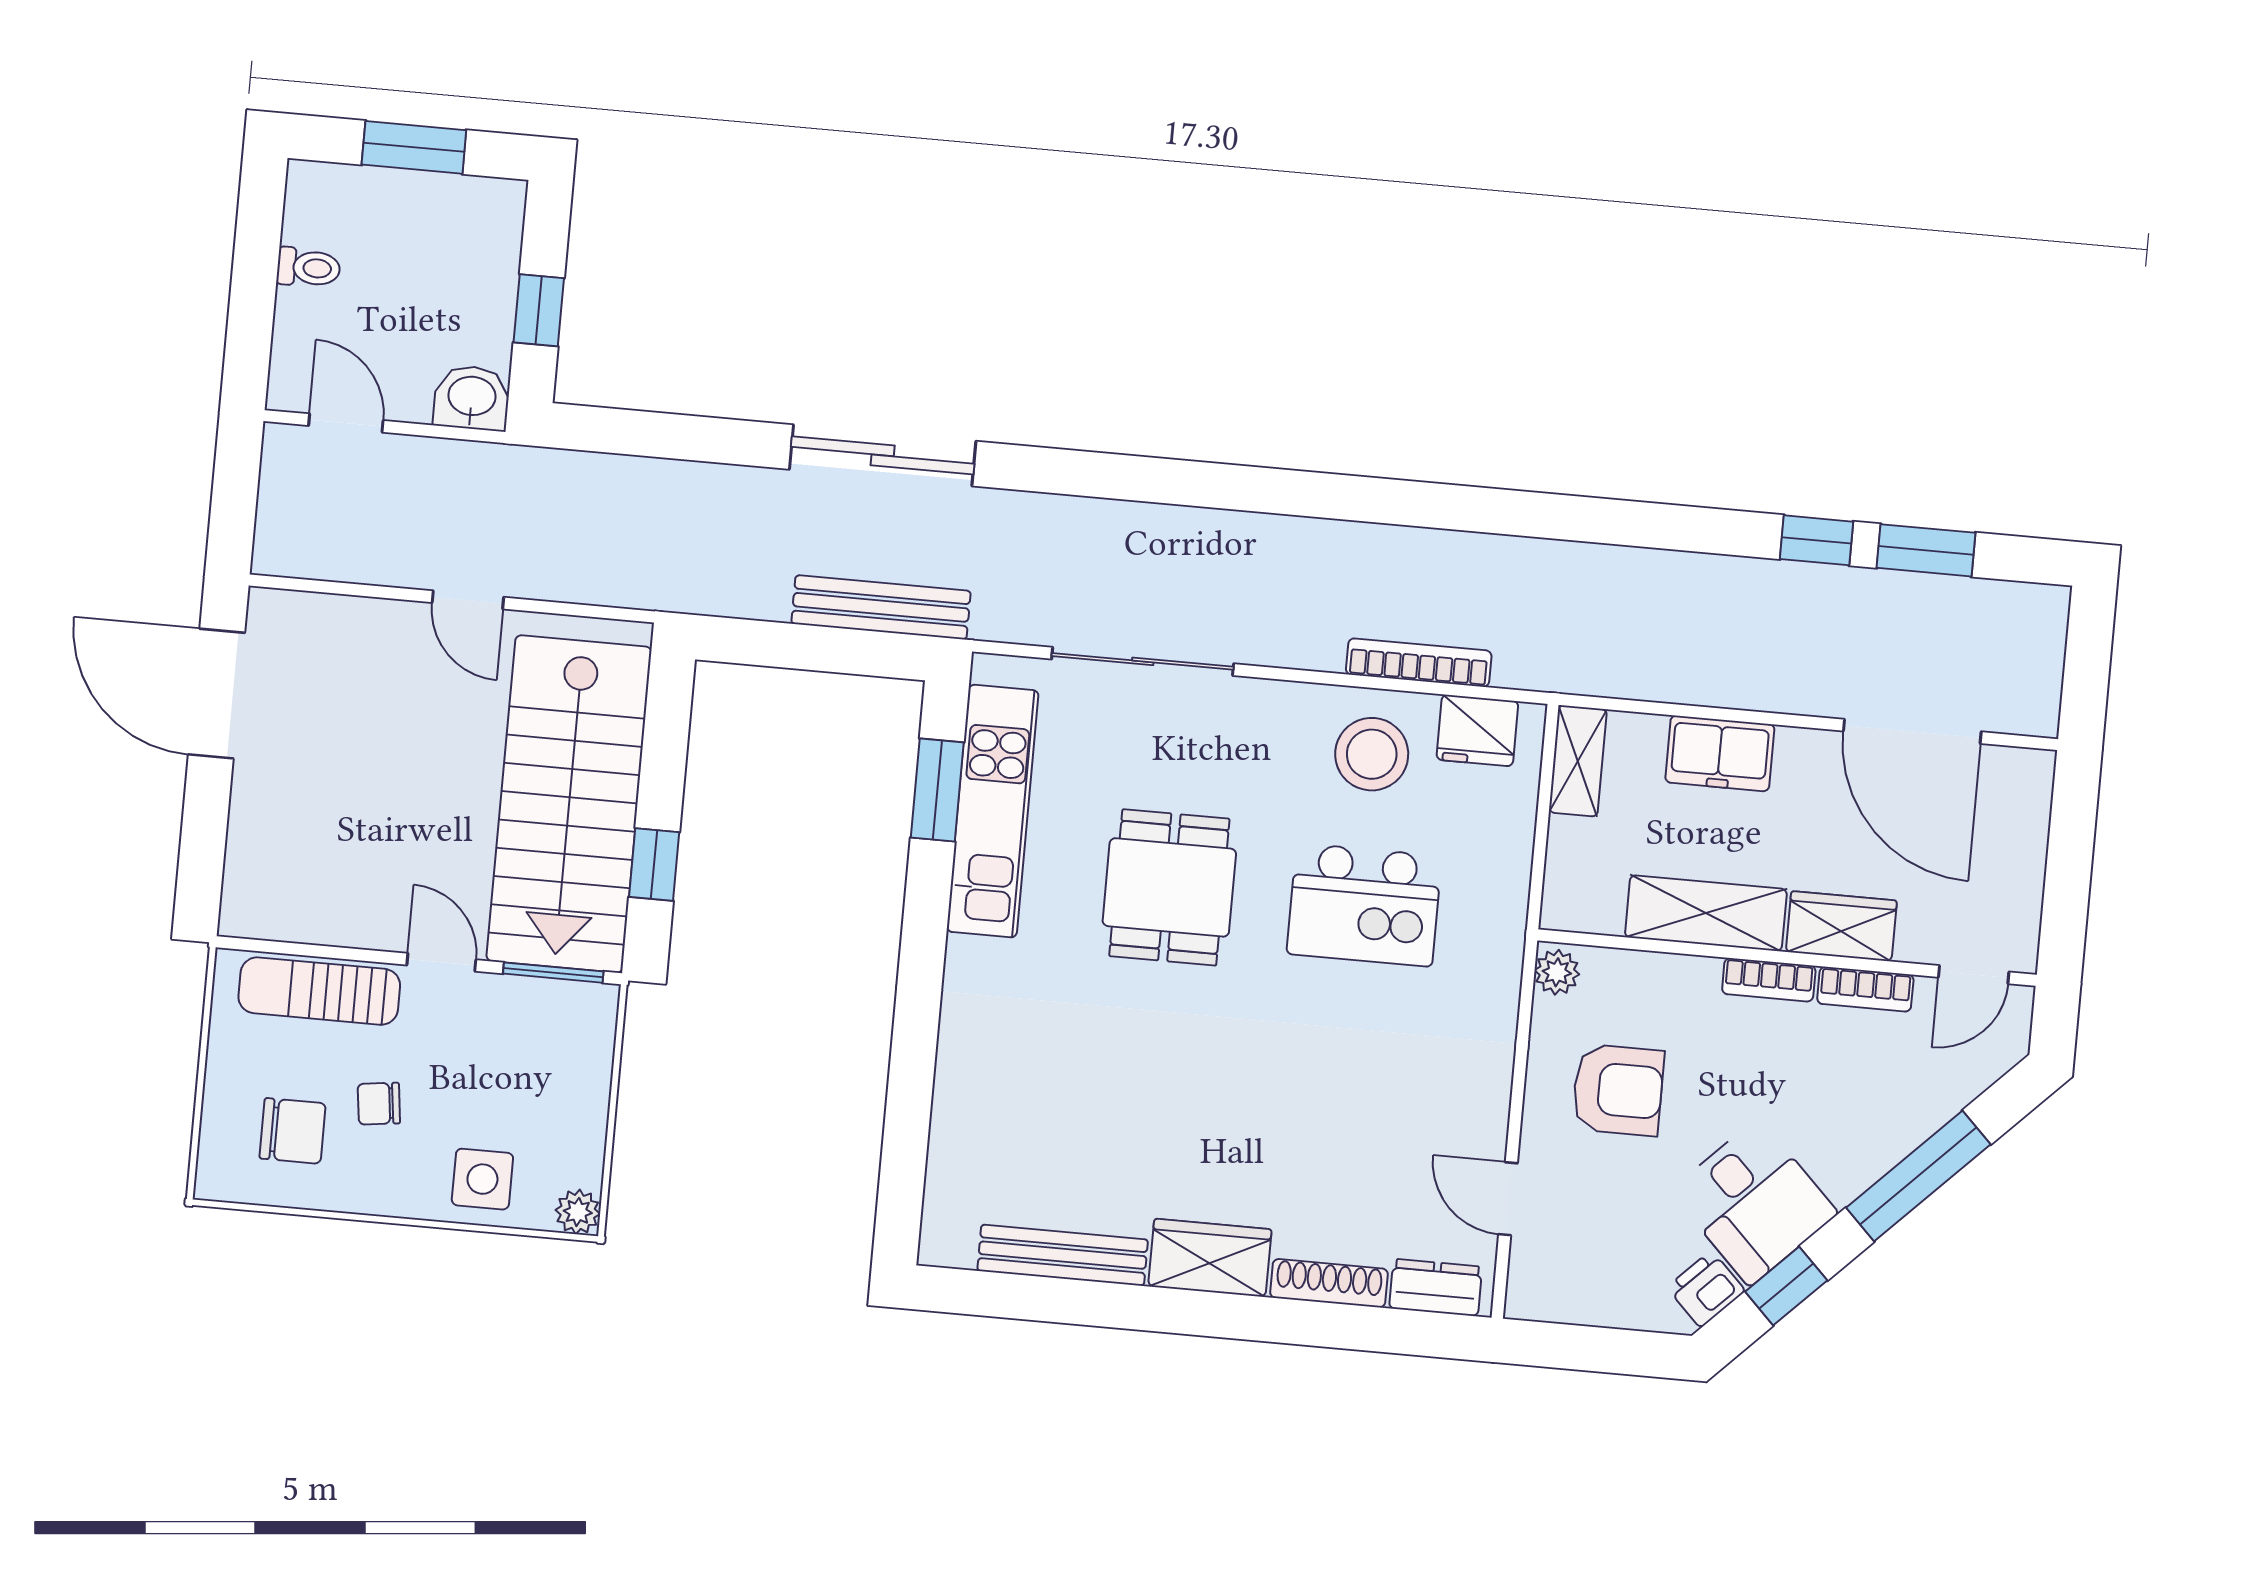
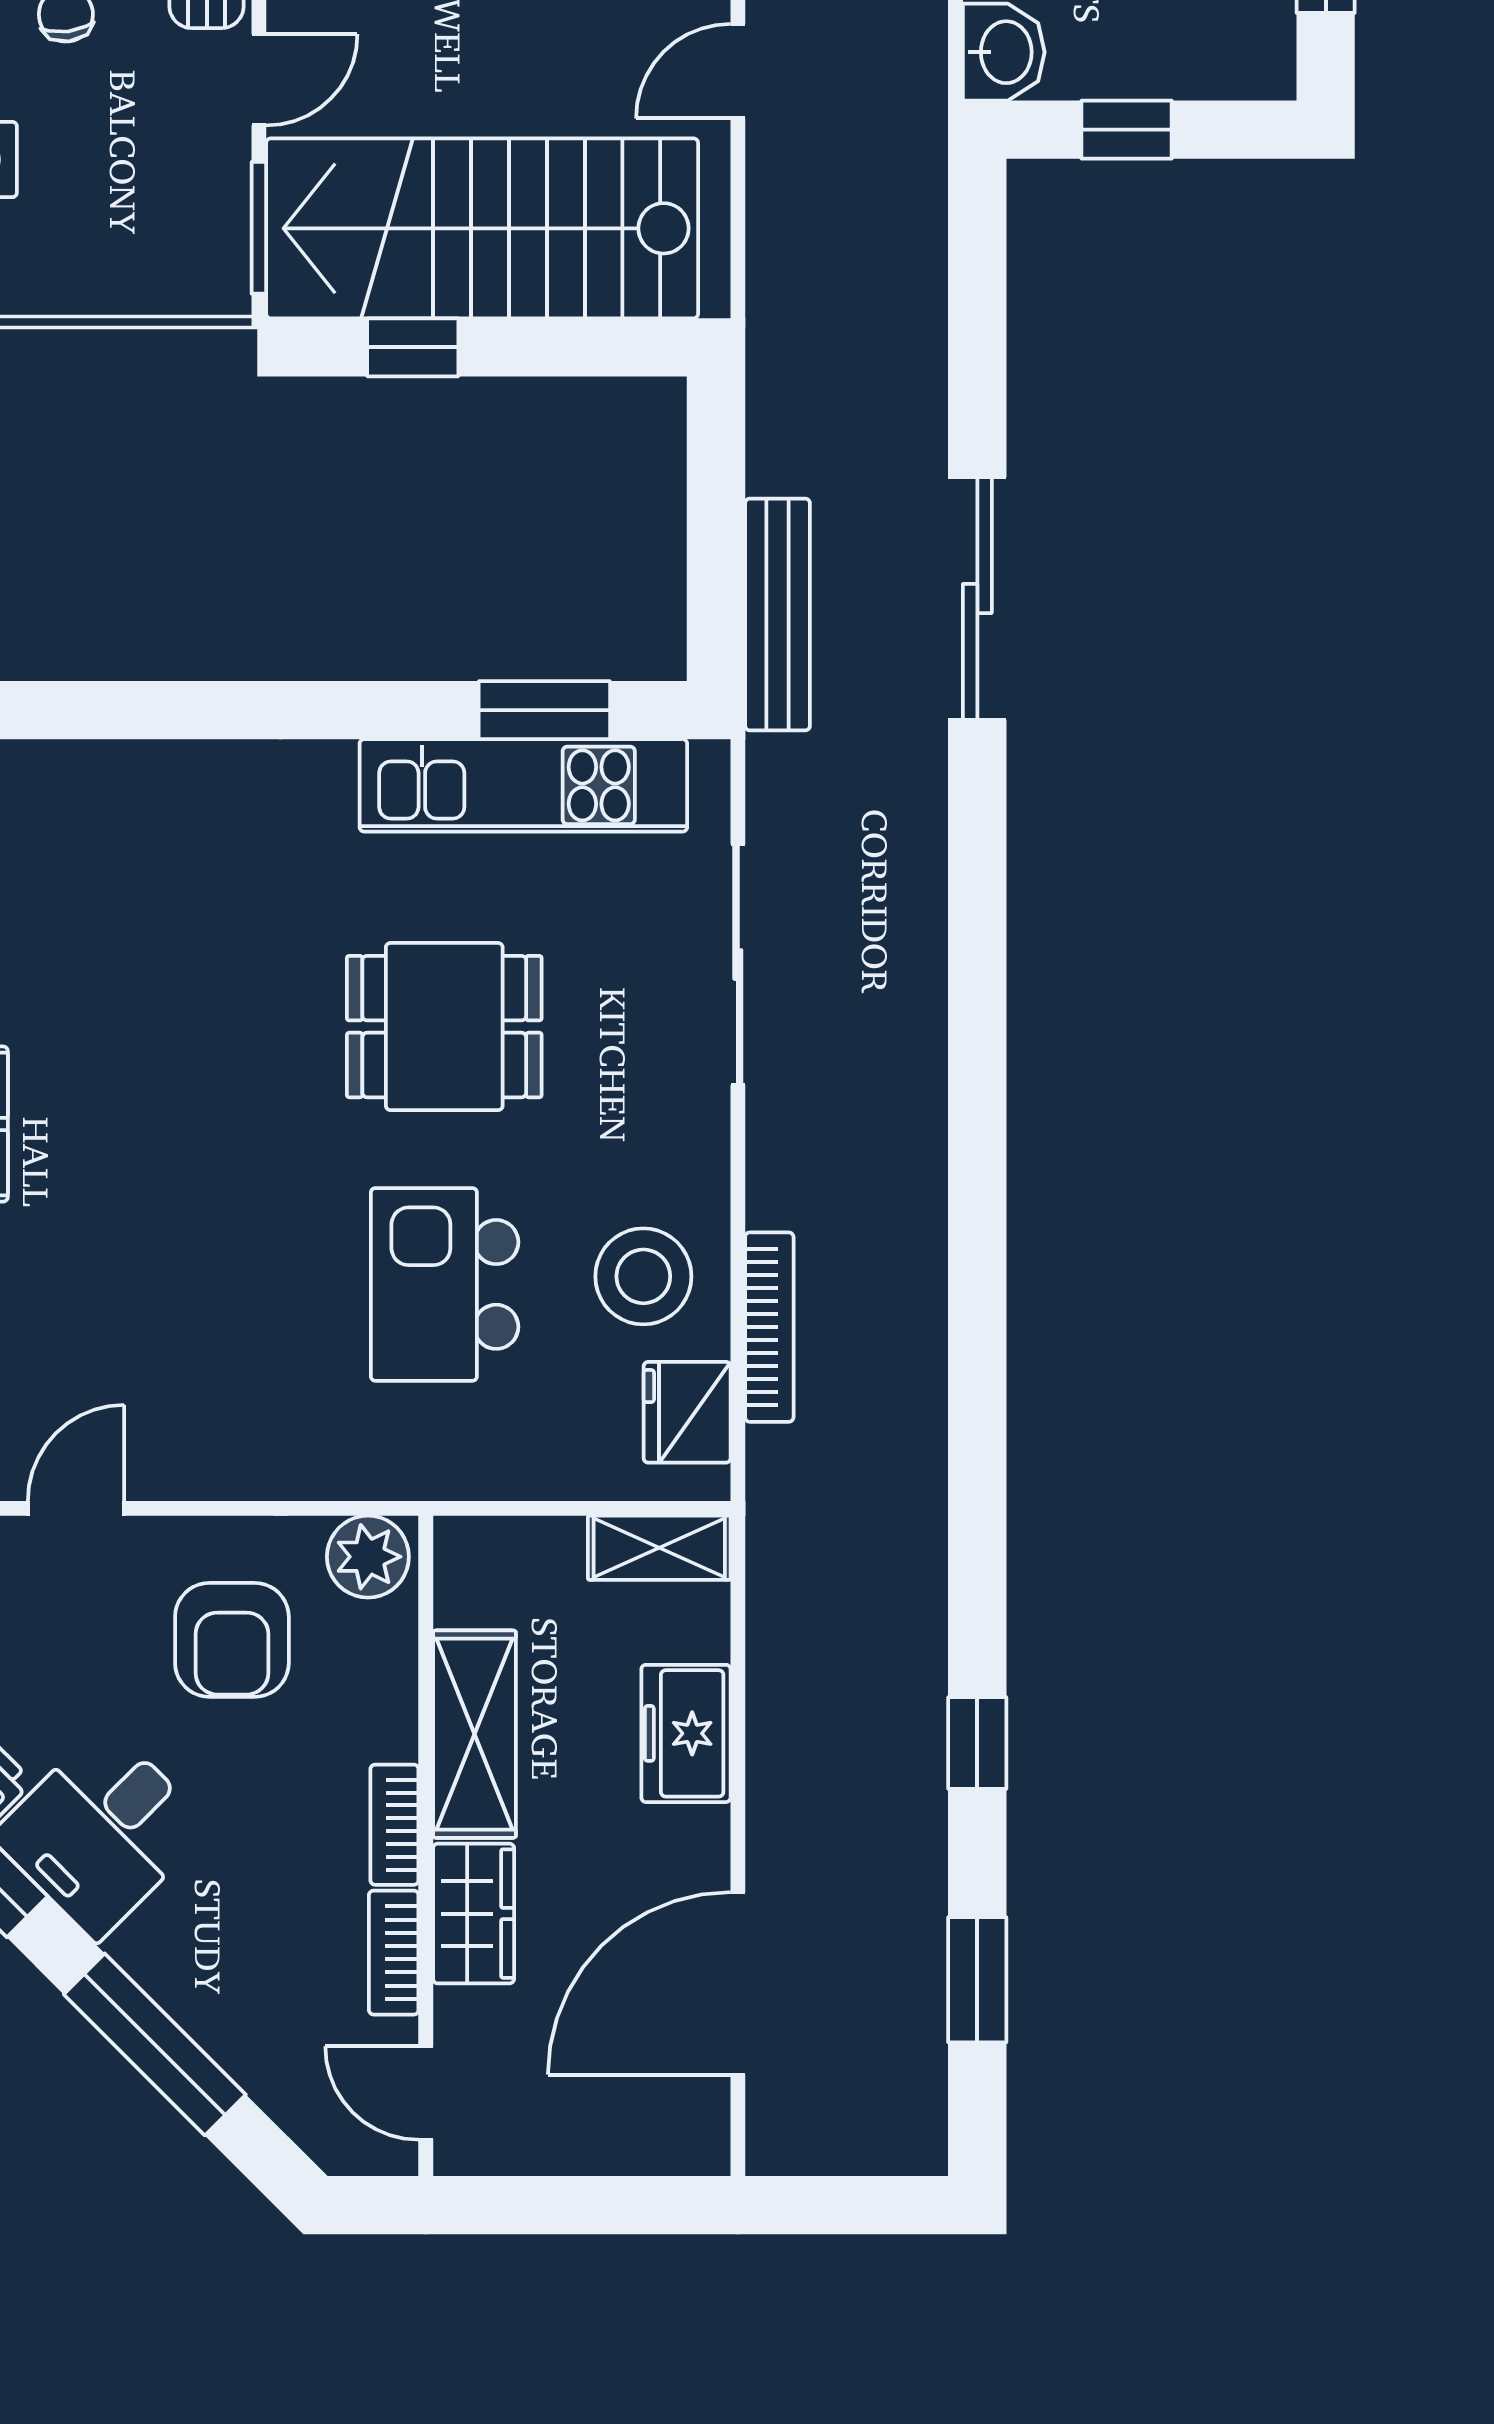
window: (1817, 540) -> (977, 1743), moved
plant: (1557, 972) -> (368, 1557), width x1.38, depth x1.38

